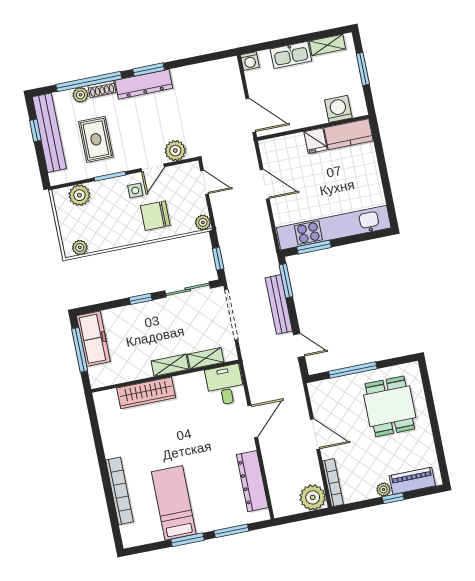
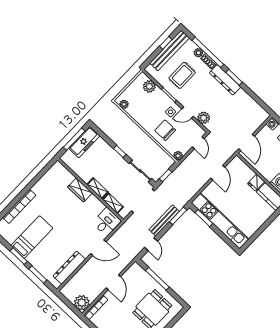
wardrobe: (146, 393) -> (80, 190), width x0.67

